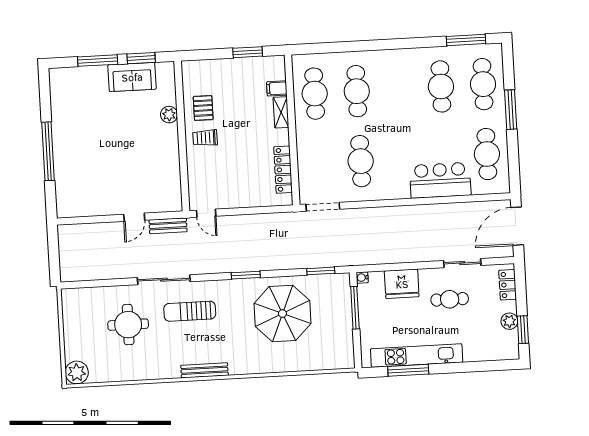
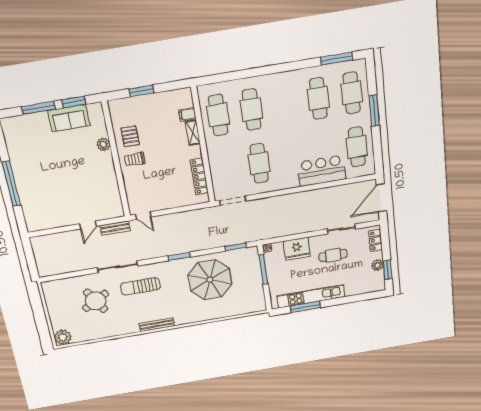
window: (248, 52) -> (141, 91), moved
round table: (128, 325) -> (96, 301), turned -30

